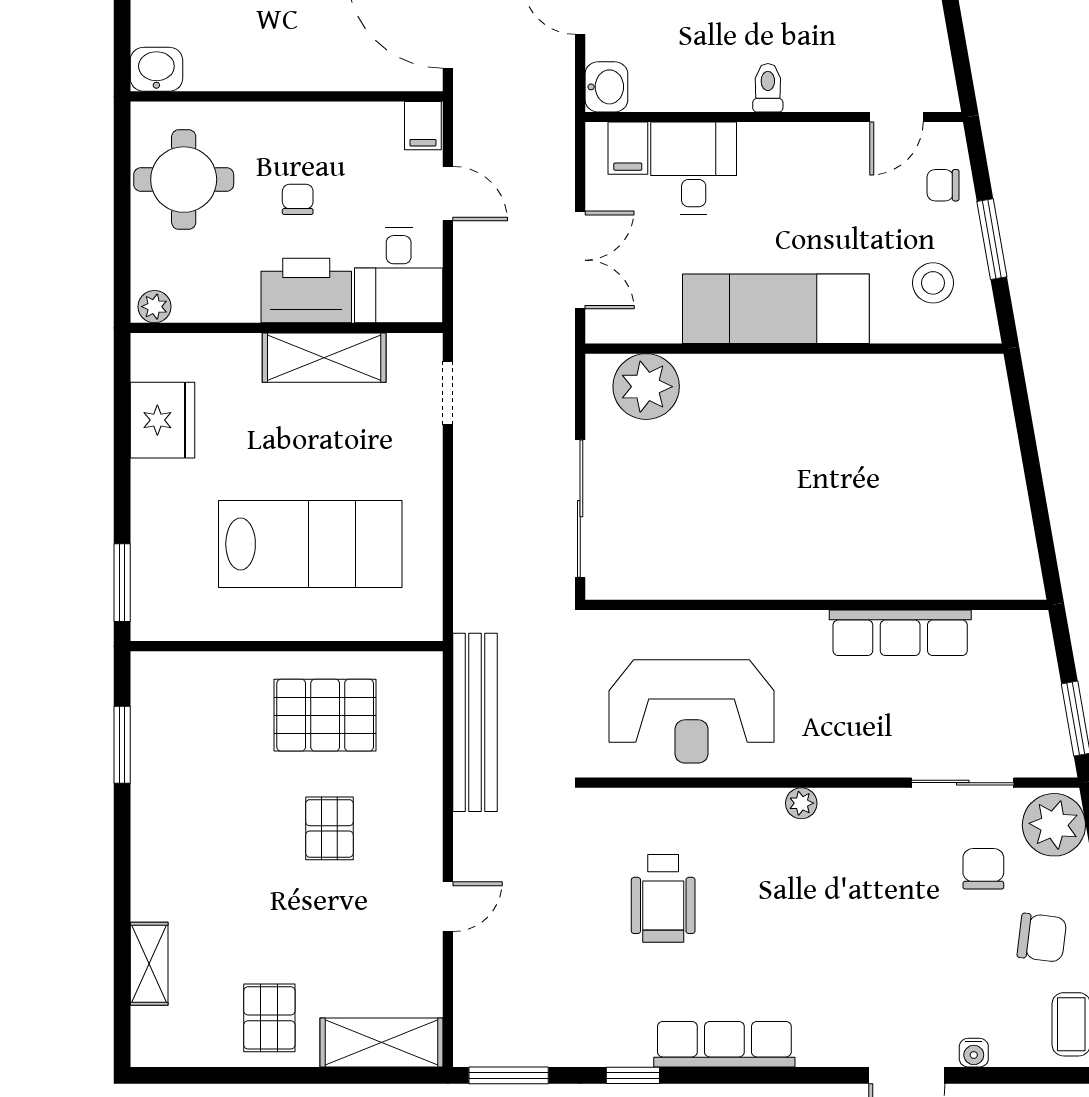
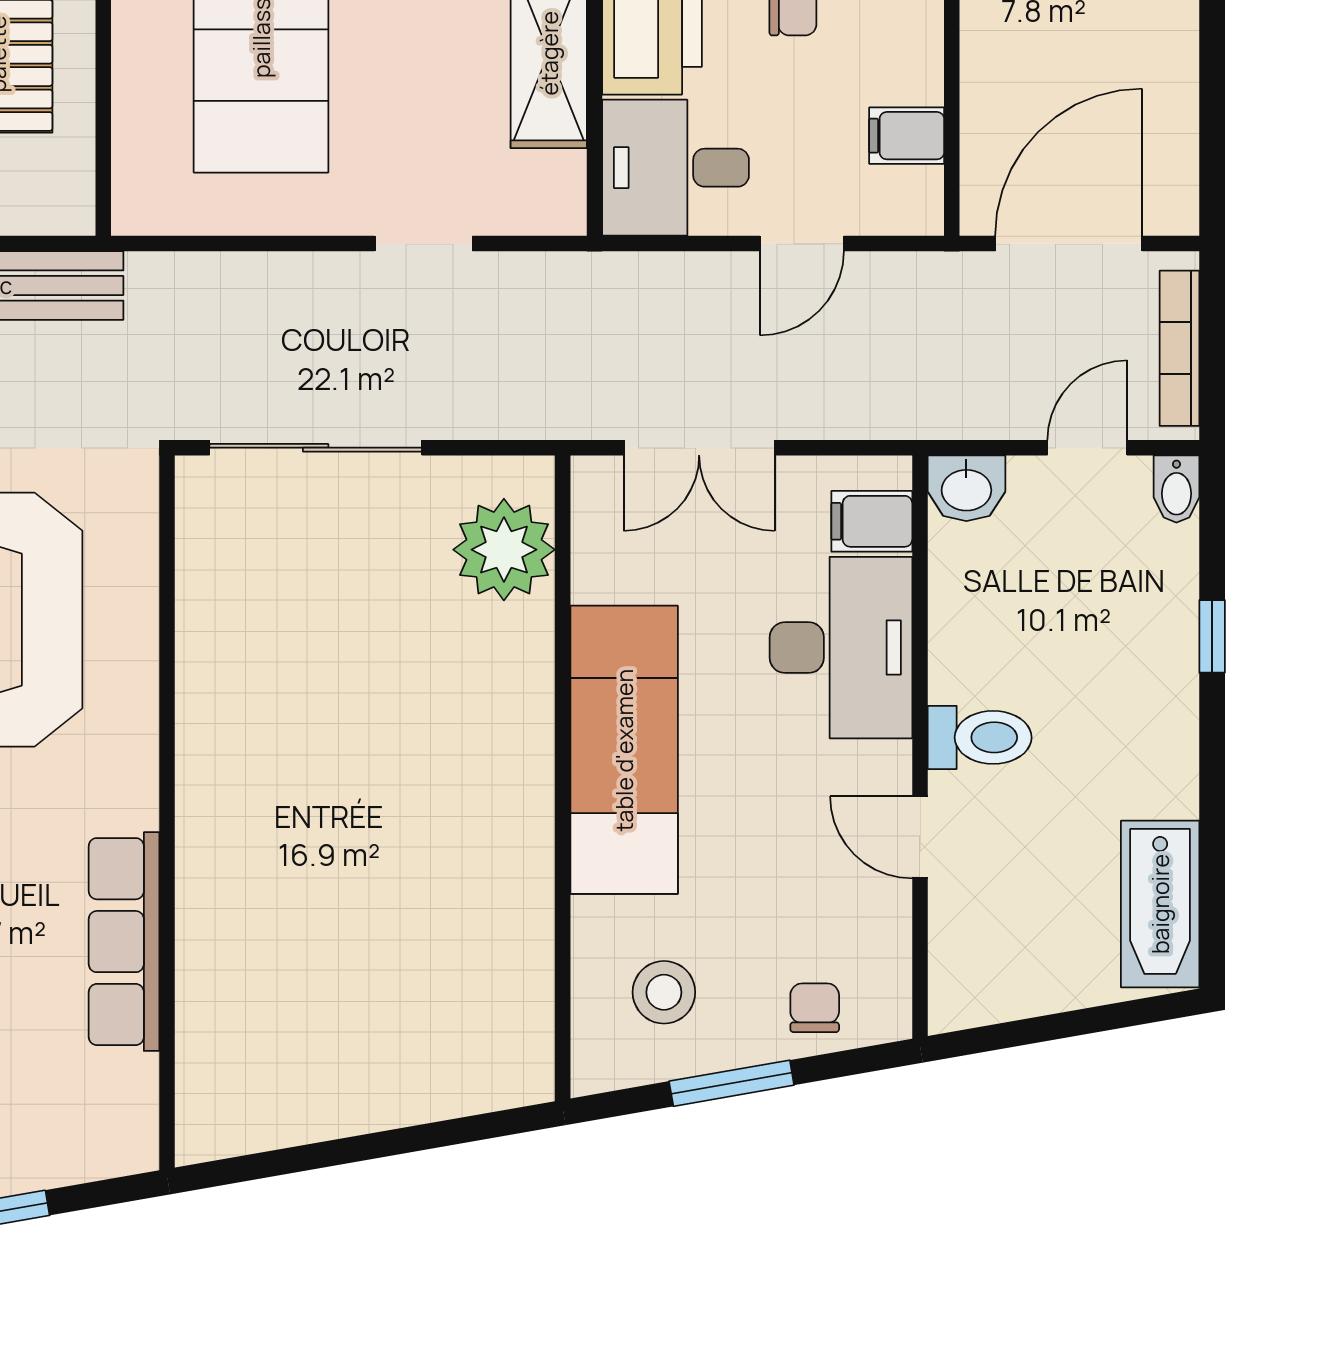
toilet: (768, 88) -> (980, 737), width x1.37, depth x1.39
door: (896, 117) -> (920, 837), moved
filing cabinet: (423, 126) -> (907, 136), moved
desk: (694, 168) -> (841, 648), width x1.37
doorway: (448, 393) -> (424, 244), moved

